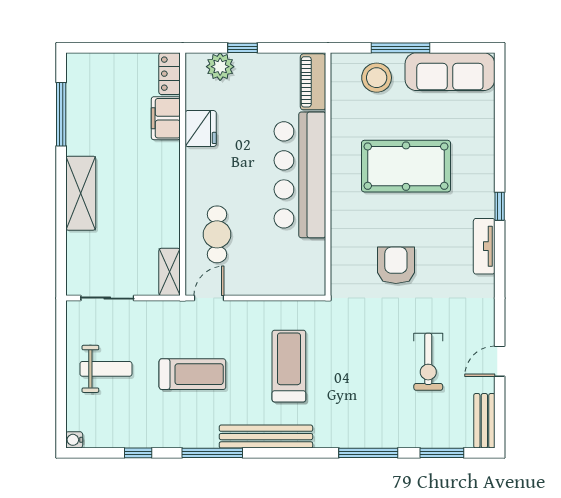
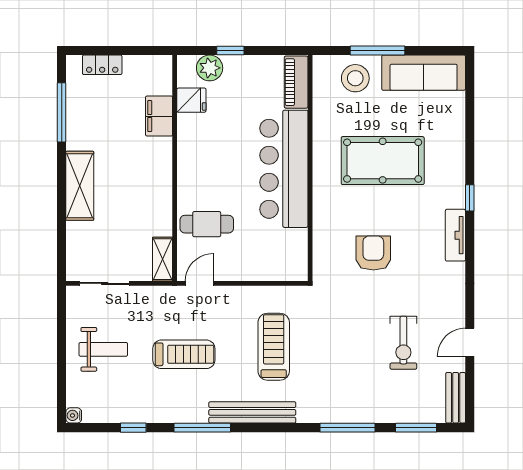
locker: (170, 74) -> (102, 65), moved, turned -90
fridge: (201, 129) -> (191, 100), moved, width x0.72
cafe table: (217, 234) -> (207, 224), turned 90

